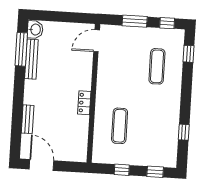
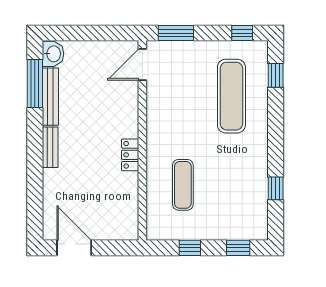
window: (135, 21) -> (176, 33), moved
exercise mat: (157, 66) -> (231, 96), width x1.36, depth x1.45
bench: (28, 119) -> (50, 147), moved

